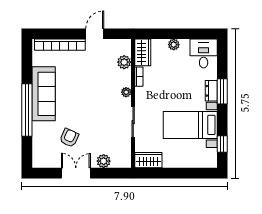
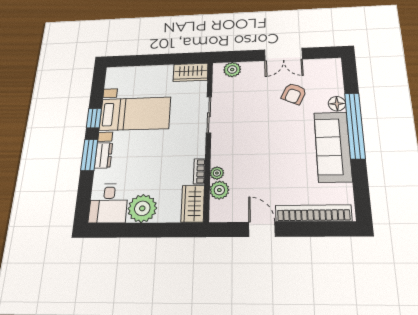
door: (95, 34) -> (262, 229), swing flipped
plant: (174, 45) -> (142, 208), width x1.88, depth x1.88
plant: (126, 92) -> (217, 173), moved
floor lamp: (38, 128) -> (337, 104), added
window: (222, 144) -> (94, 118), moved
plant: (104, 161) -> (232, 70), moved

